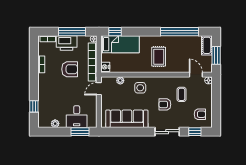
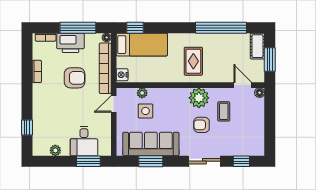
plant: (163, 84) -> (199, 98), added
side table: (140, 88) -> (145, 111), moved
armchair: (200, 114) -> (248, 138), removed
window: (127, 132) -> (151, 161), added

